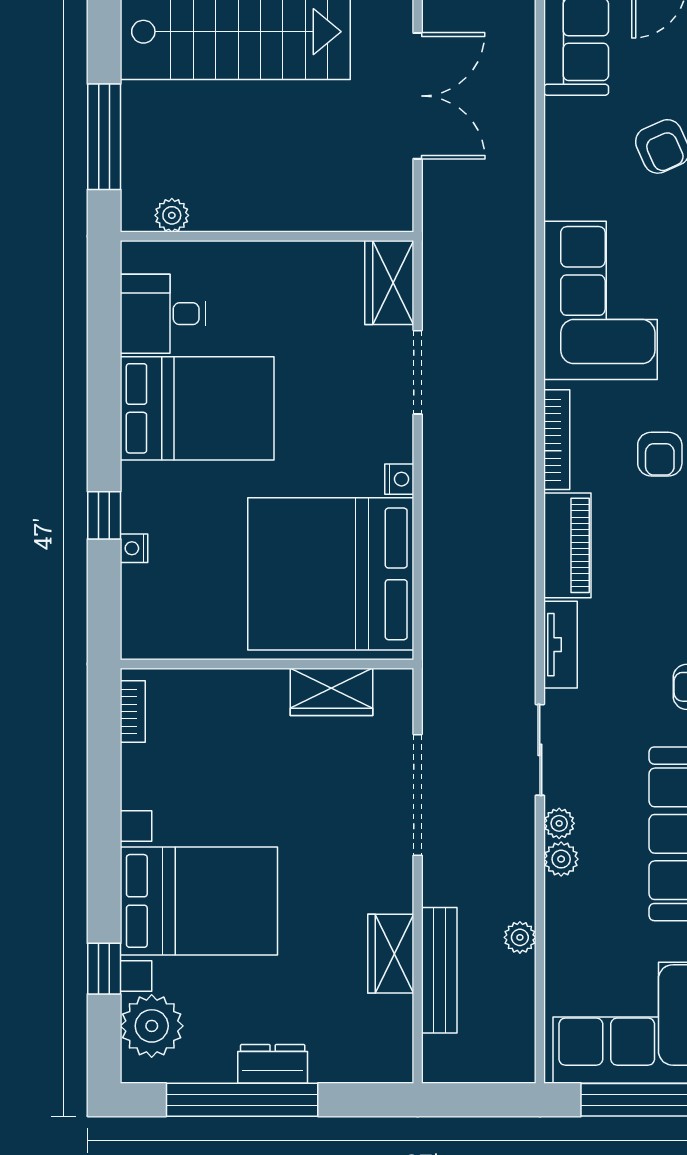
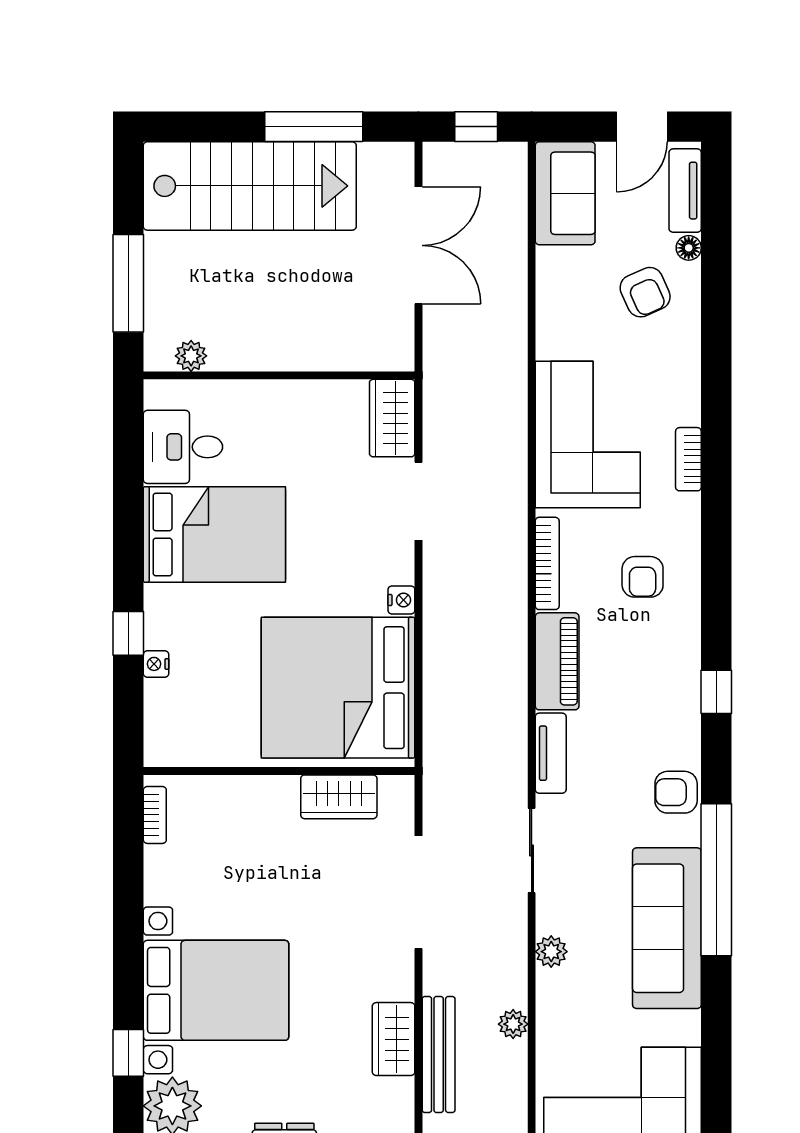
plant: (559, 823) -> (549, 919), removed

